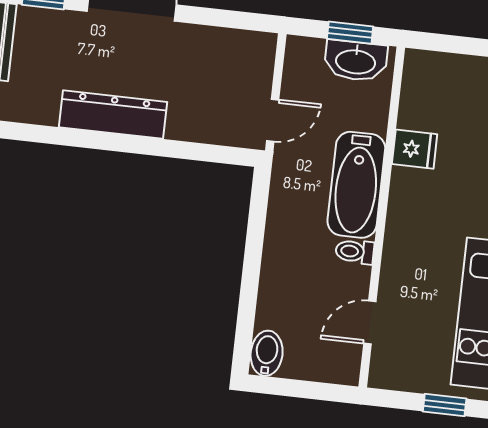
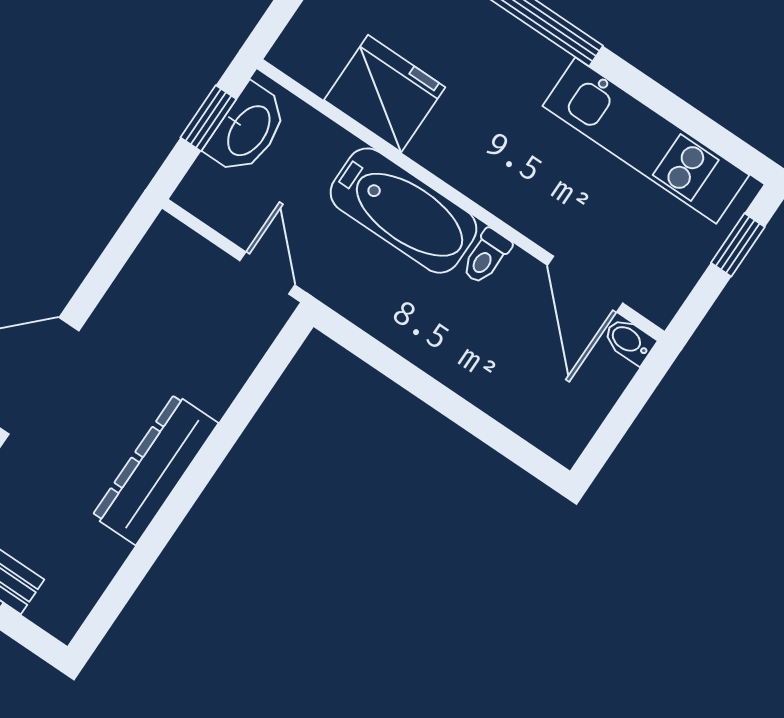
fridge: (415, 149) -> (385, 94), width x1.88, depth x1.34
door: (370, 322) -> (585, 284), width x1.38
bidet: (267, 353) -> (629, 341), moved, width x0.72, depth x0.74

